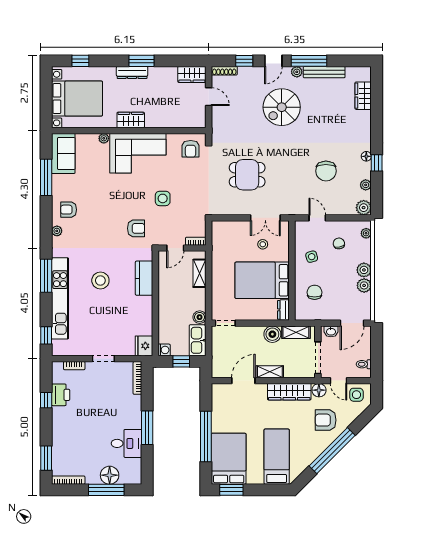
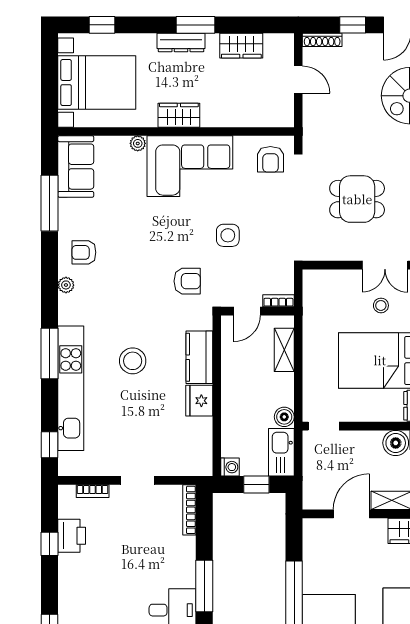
wardrobe: (192, 74) -> (241, 46), moved
fridge: (144, 346) -> (199, 401), moved

